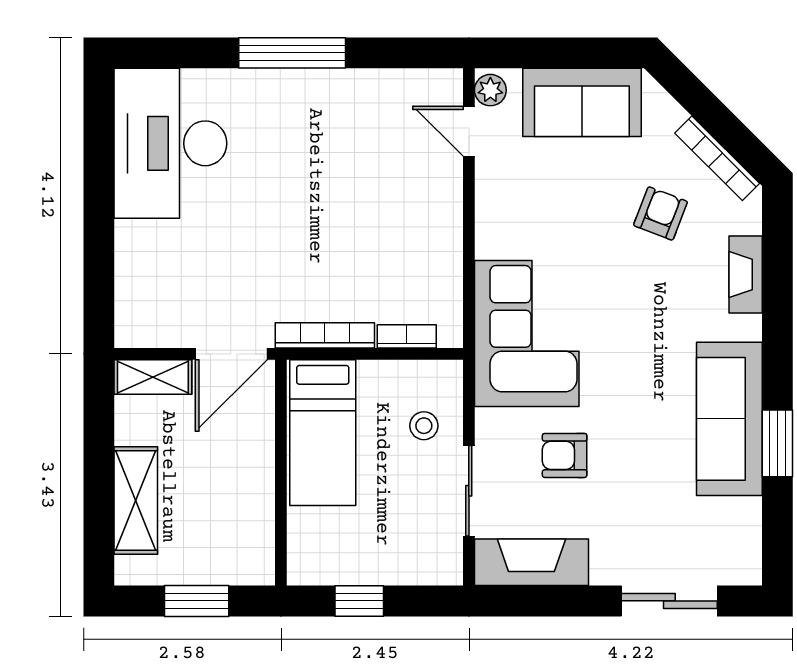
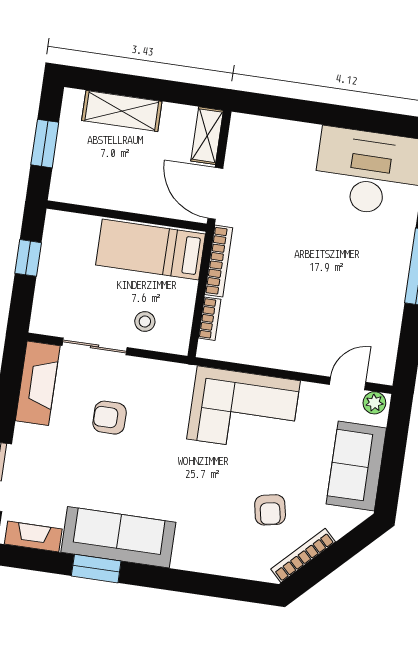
armchair: (661, 213) -> (270, 510), turned 58
fireplace: (746, 274) -> (33, 537), moved
corner sofa: (527, 334) -> (243, 410), moved
armchair: (565, 455) -> (110, 418), turned -90

